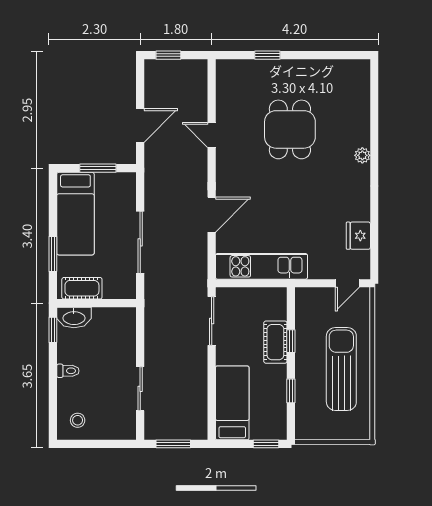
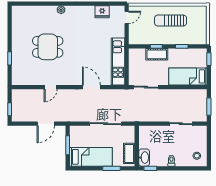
door: (140, 126) -> (46, 124), swing flipped
door: (347, 283) -> (127, 17), hinge flipped
sun lounger: (341, 369) -> (171, 21), width x0.73, depth x0.75

